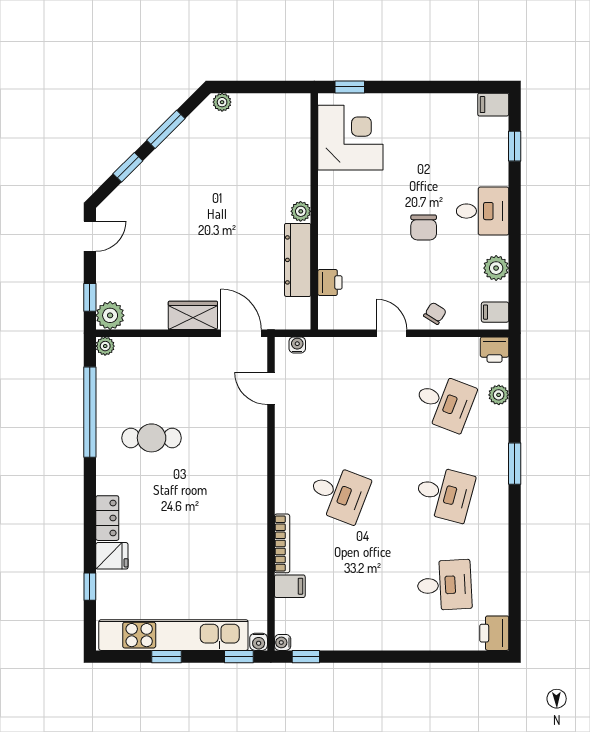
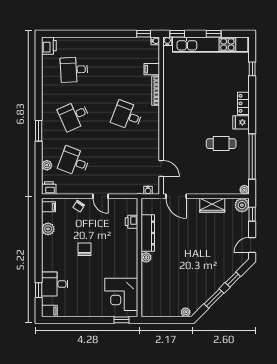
desk: (483, 211) -> (55, 284), moved
wardrobe: (193, 315) -> (212, 205), moved
desk: (444, 494) -> (74, 116), turned -39
fridge: (112, 556) -> (241, 122), moved

